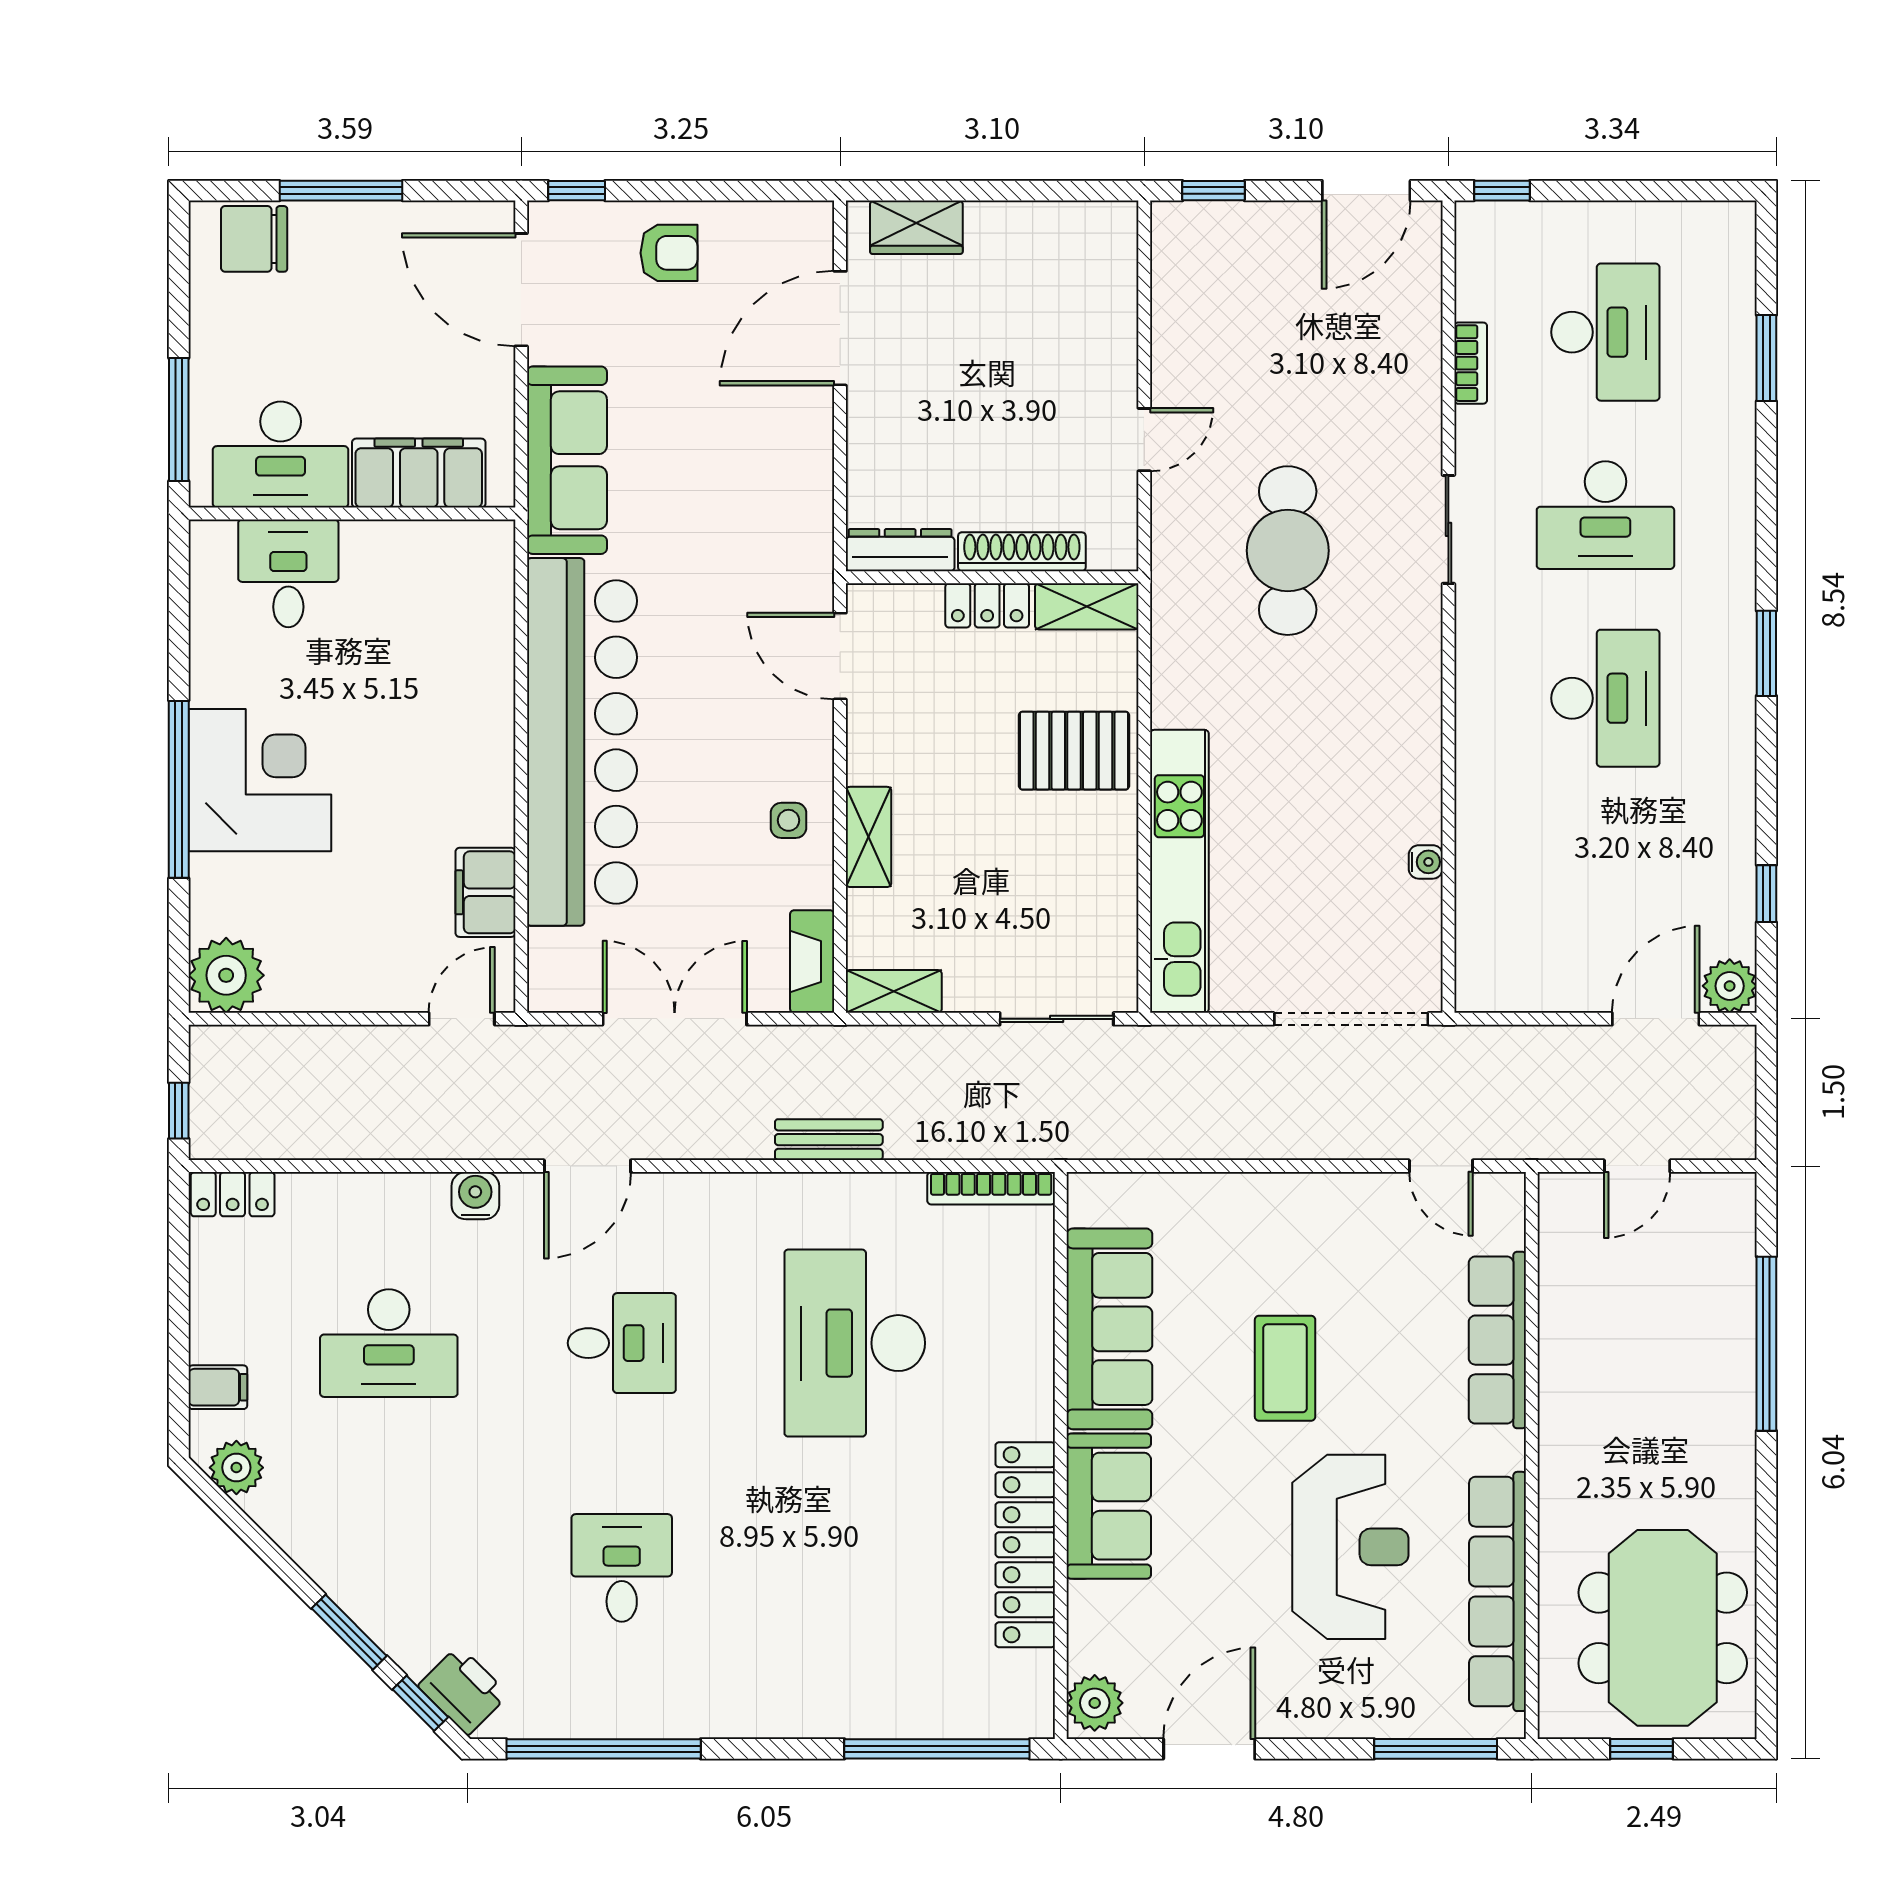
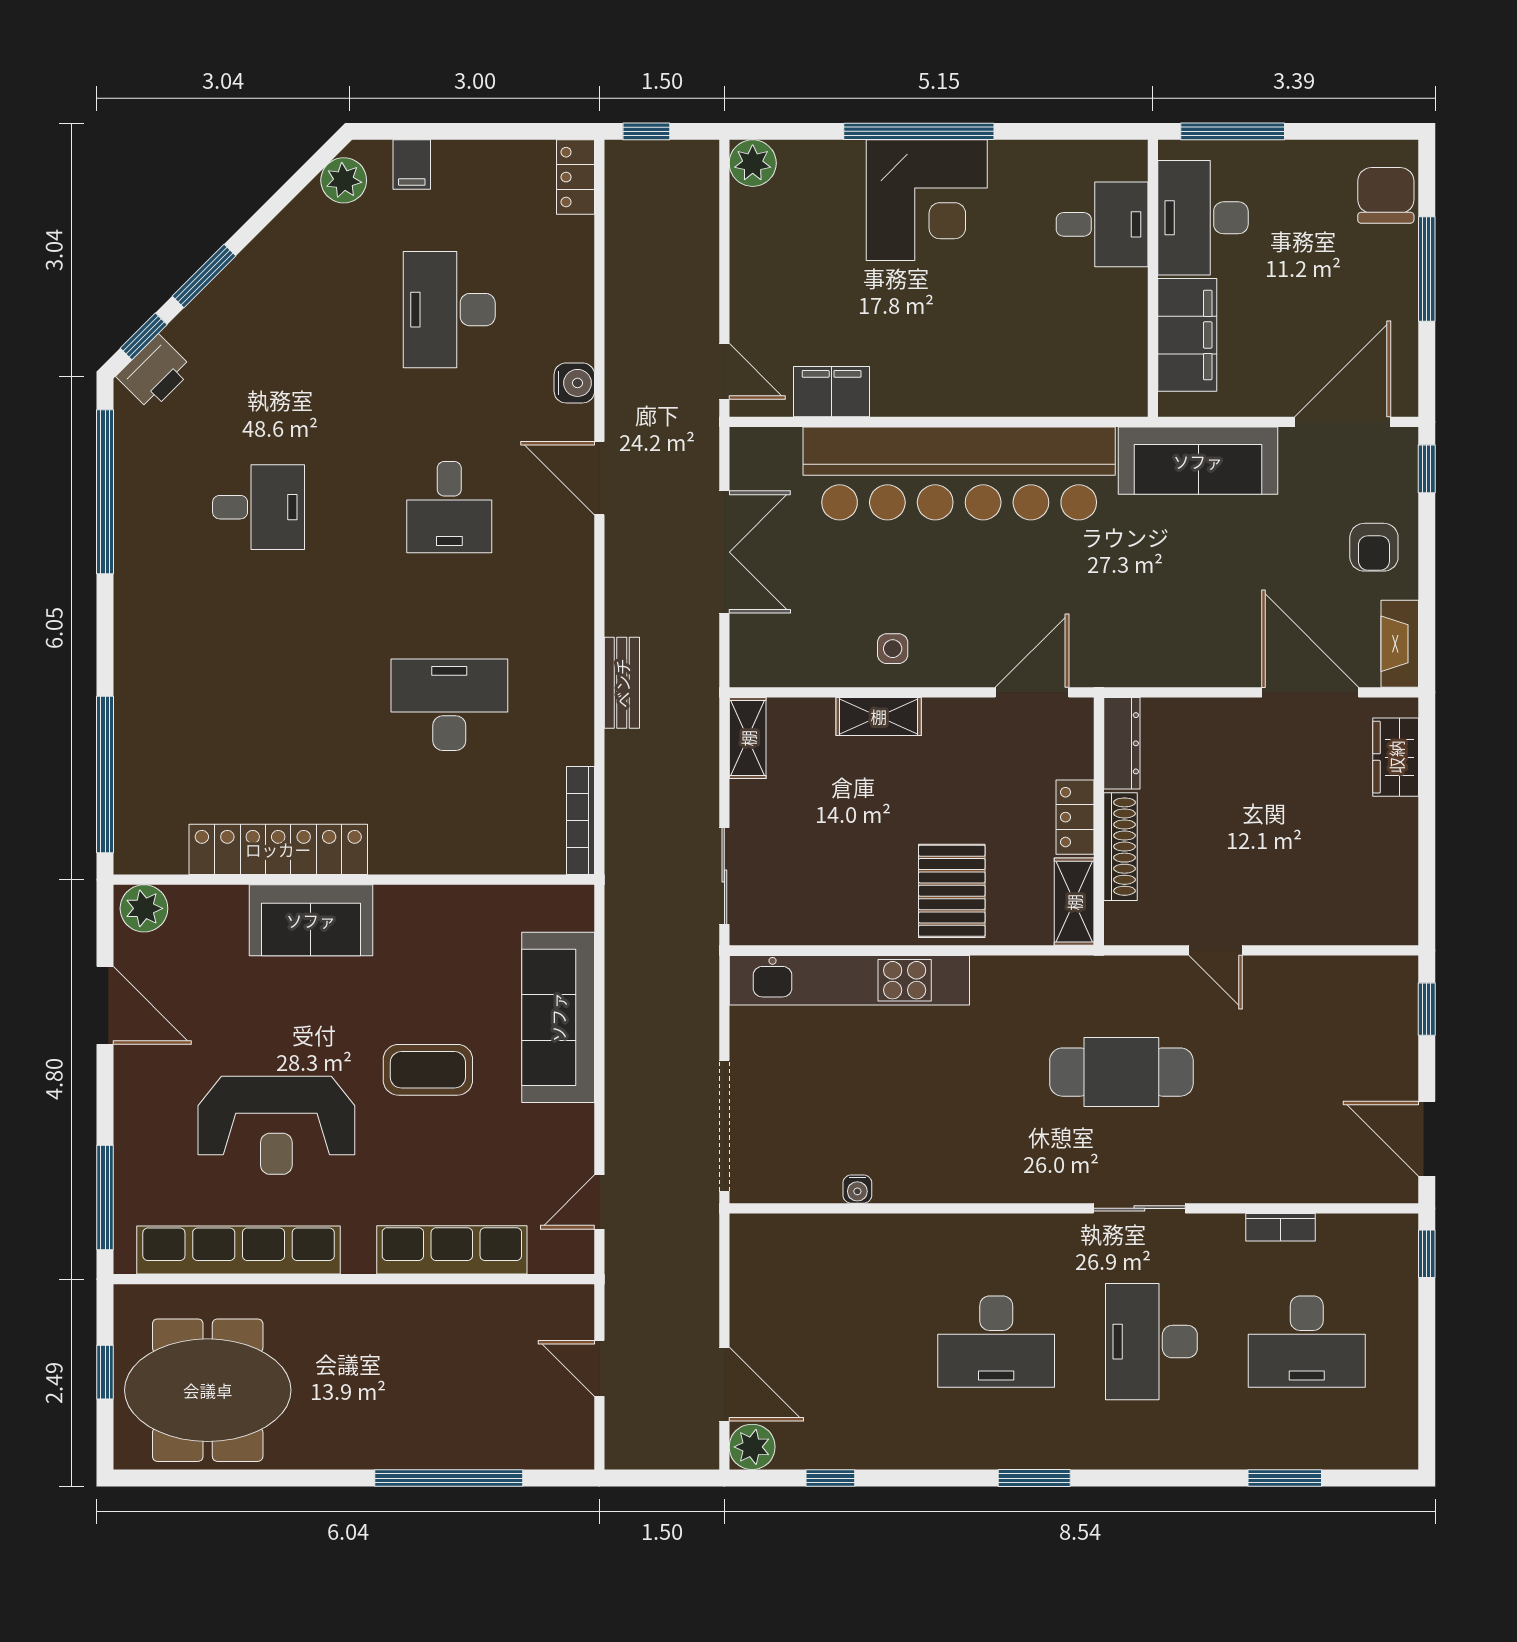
fireplace: (812, 962) -> (1400, 644), moved, turned -90
plant: (226, 975) -> (753, 163), width x0.73, depth x0.73
sofa: (1109, 1329) -> (558, 1017), moved, turned 90
desk: (855, 1343) -> (449, 705), width x0.73, depth x0.77

